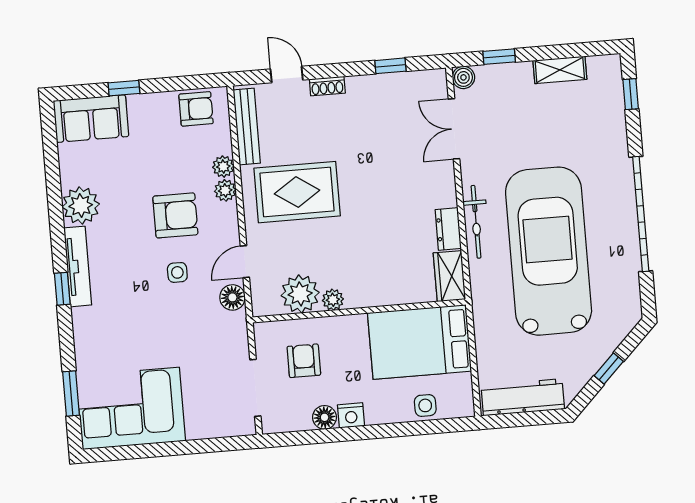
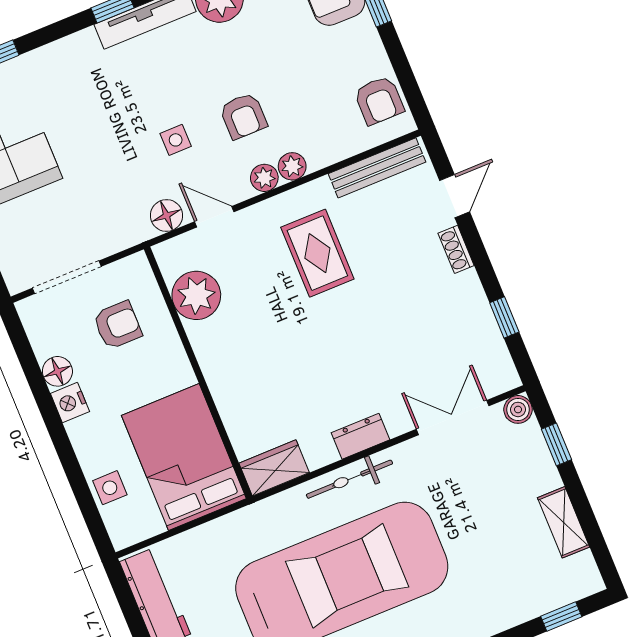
plant: (223, 167) -> (264, 178), moved
rug: (297, 192) -> (317, 253), width x0.73, depth x0.70
armchair: (175, 215) -> (243, 116), width x0.72, depth x0.72
dresser: (448, 229) -> (360, 436), moved
plant: (333, 300) -> (202, 337), removed

